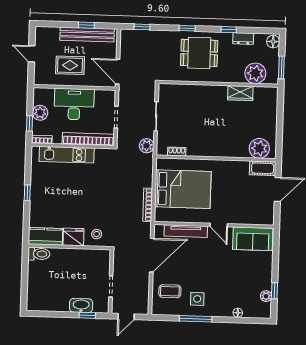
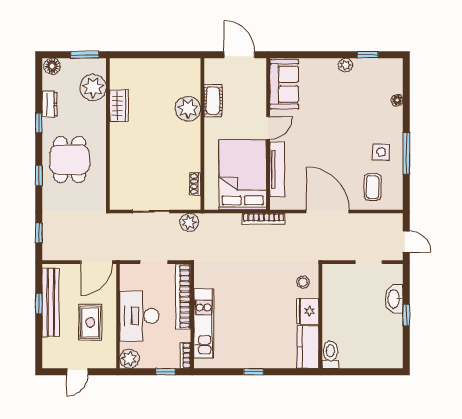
plant: (40, 113) -> (129, 359), moved
plant: (259, 148) -> (188, 109), moved
cot: (263, 168) -> (213, 101), moved
wall: (214, 225) -> (268, 134), moved
door: (219, 225) -> (268, 128), moved
tv unit: (186, 231) -> (277, 169), moved
sofa: (253, 239) -> (284, 84), moved
plant: (266, 296) -> (345, 65), moved
window: (87, 315) -> (406, 315), moved

